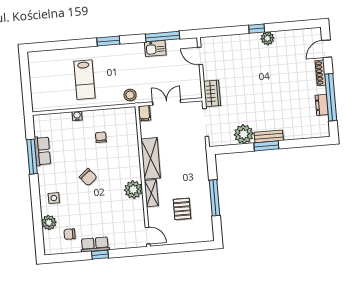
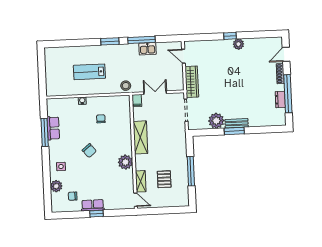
window: (163, 36) -> (141, 40), moved
lab bench: (84, 80) -> (89, 72), turned 90
wardrobe: (212, 93) -> (192, 82), width x1.50
shelving: (151, 193) -> (141, 181), moved

